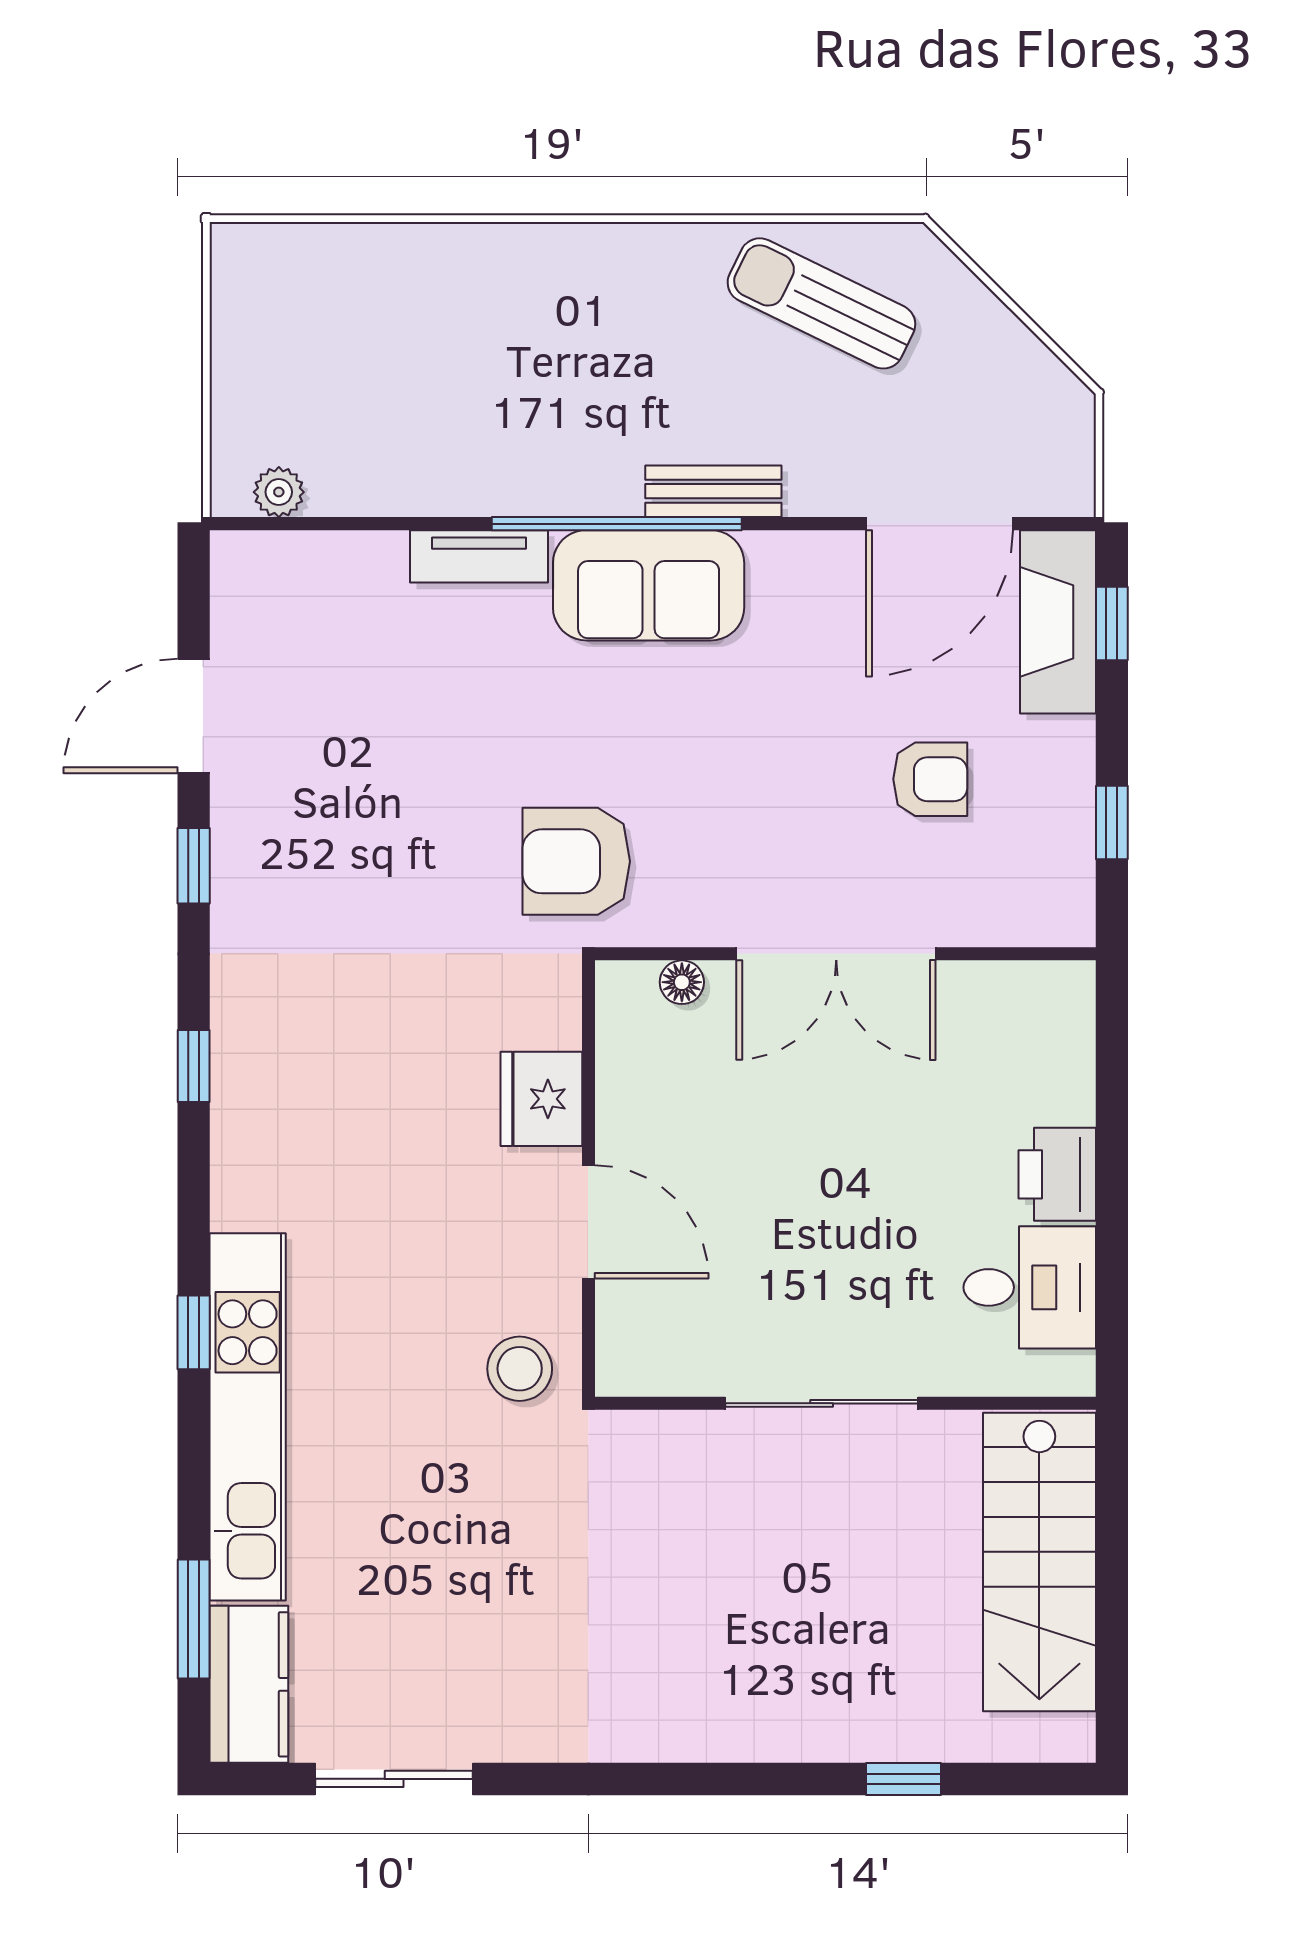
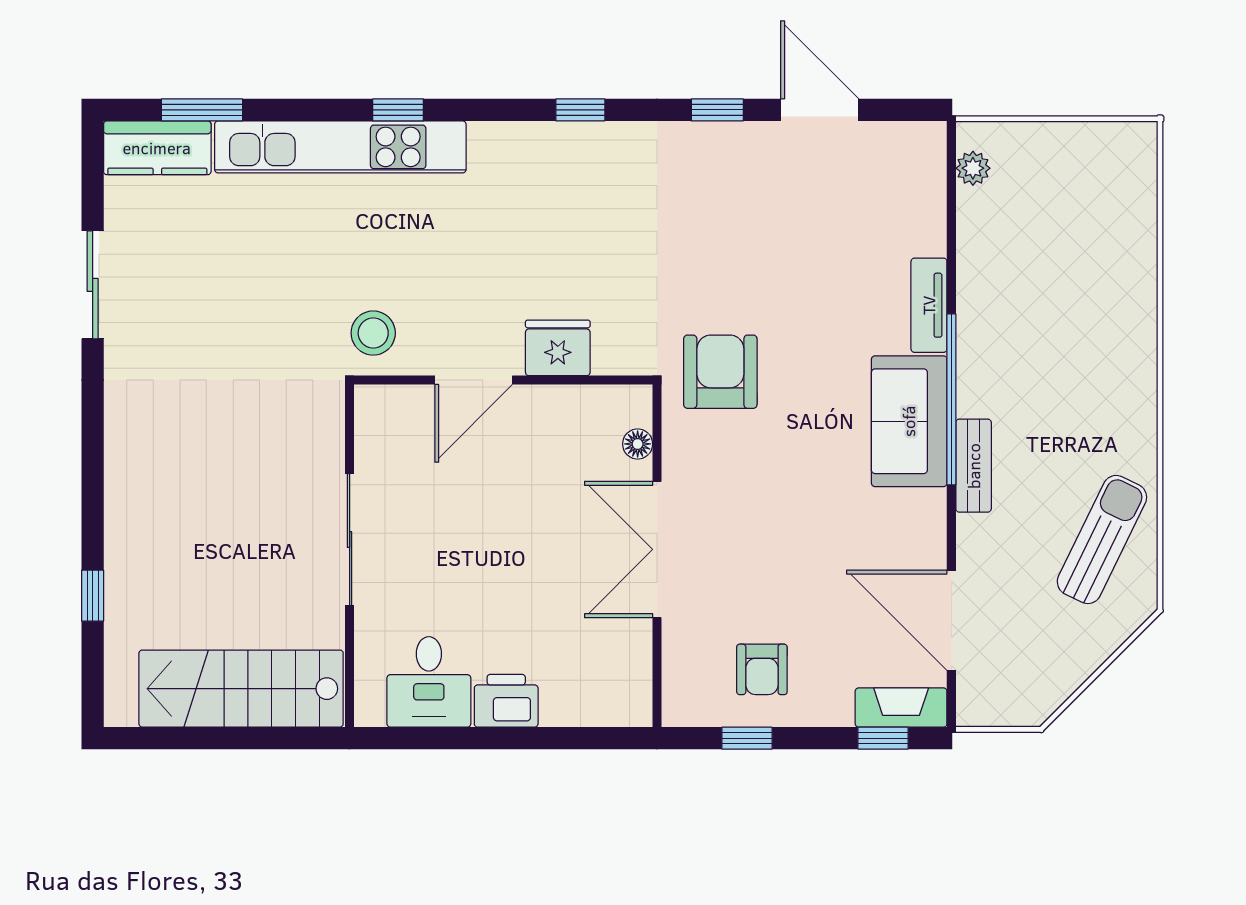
fireplace: (1058, 622) -> (901, 708), width x0.73, depth x0.76
armchair: (930, 779) -> (762, 669), moved
sliding door: (394, 1779) -> (93, 285), moved

